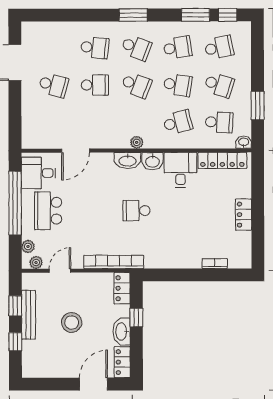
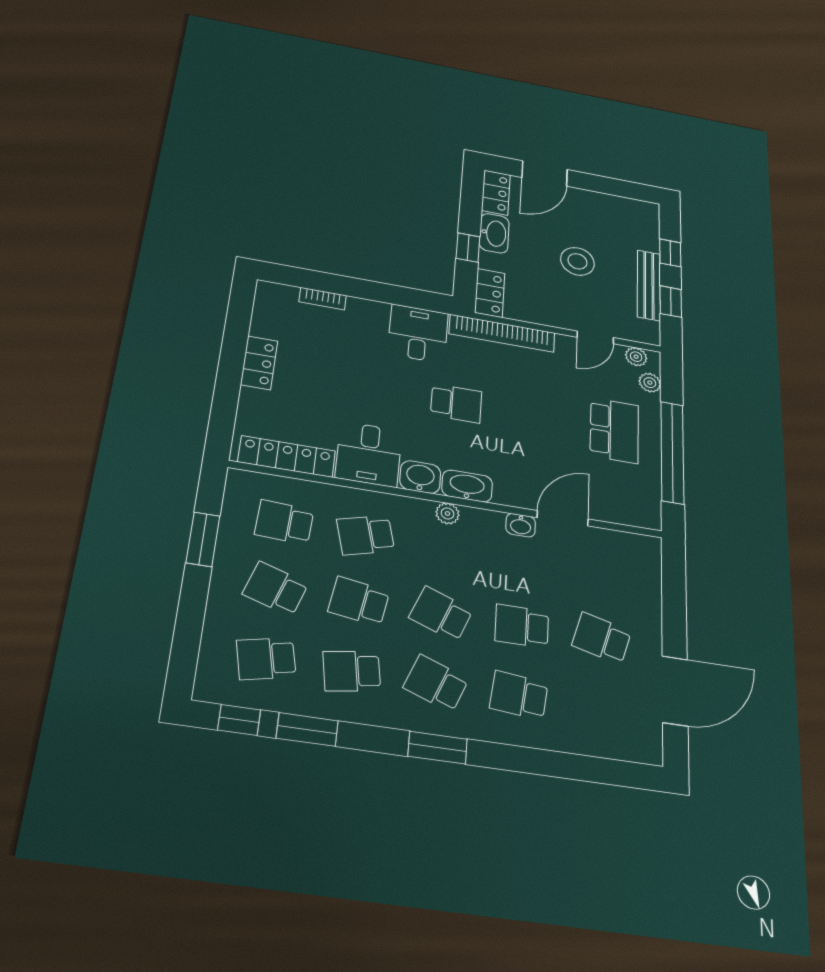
washbasin: (244, 142) -> (521, 525), moved
desk: (38, 173) -> (418, 334), moved, turned -90

